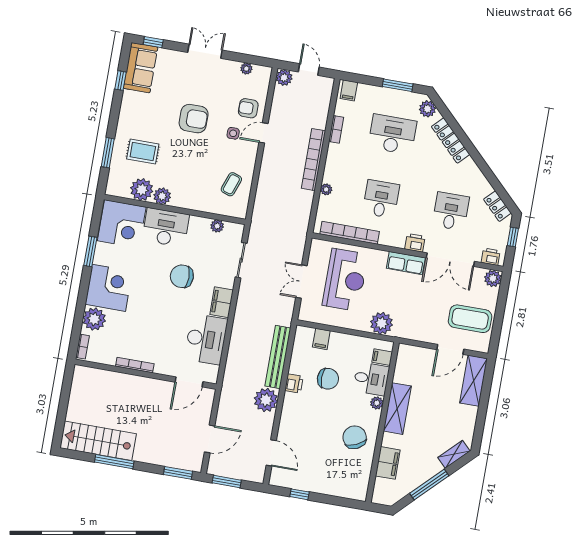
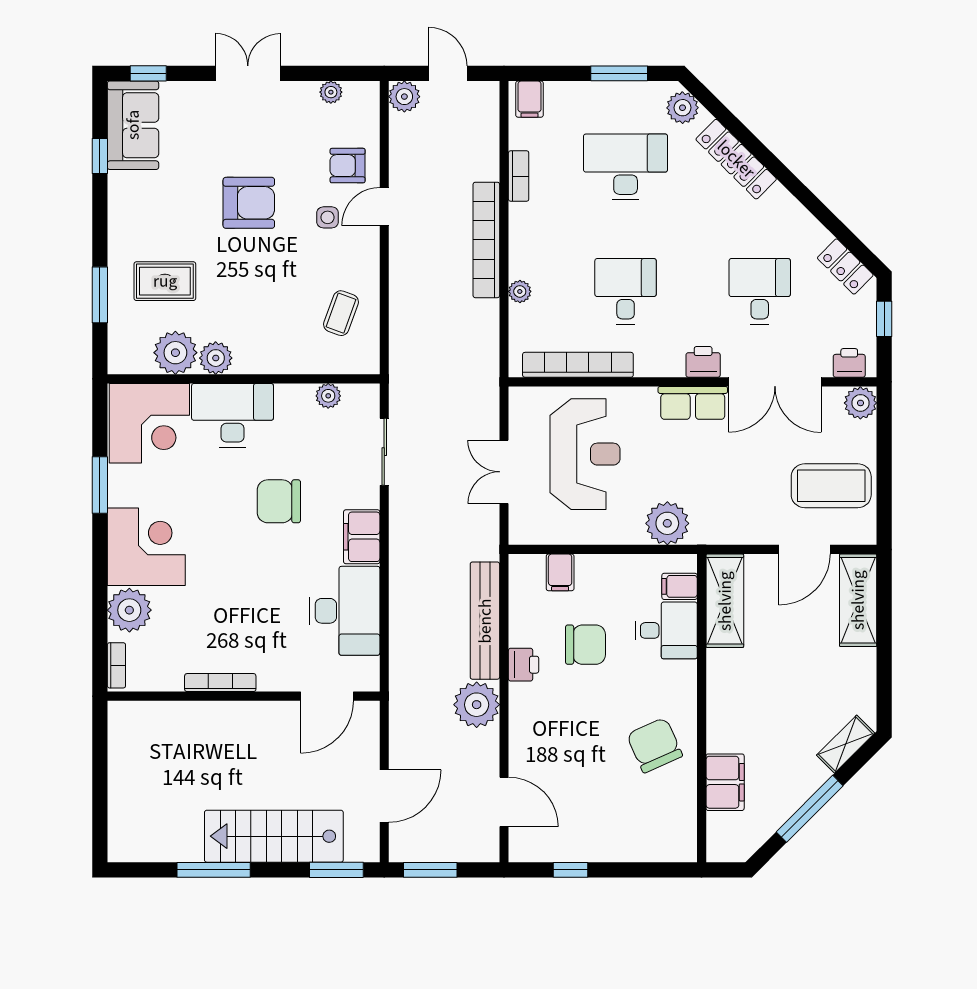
plant: (377, 403) -> (685, 674), removed
shelving: (397, 409) -> (725, 601), moved
stairs: (98, 441) -> (274, 836), moved

